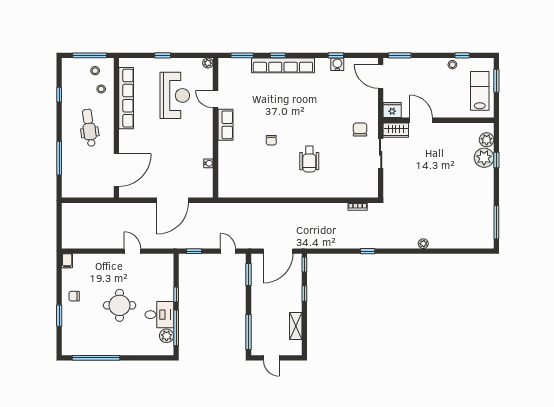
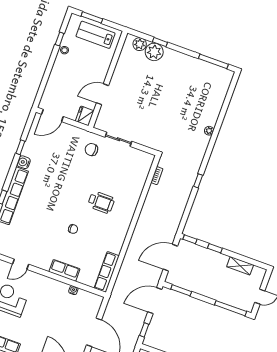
window: (400, 55) -> (40, 92), removed
water cooler: (337, 64) -> (24, 162), moved
row of seats: (225, 125) -> (64, 270), moved
wardrobe: (396, 130) -> (103, 119), removed
row of seats: (240, 191) -> (107, 272), added
door: (228, 251) -> (155, 301), width x1.87
door: (278, 251) -> (170, 258), swing flipped

